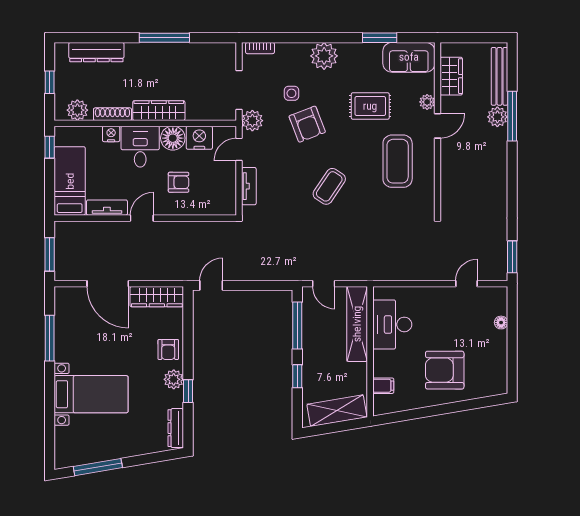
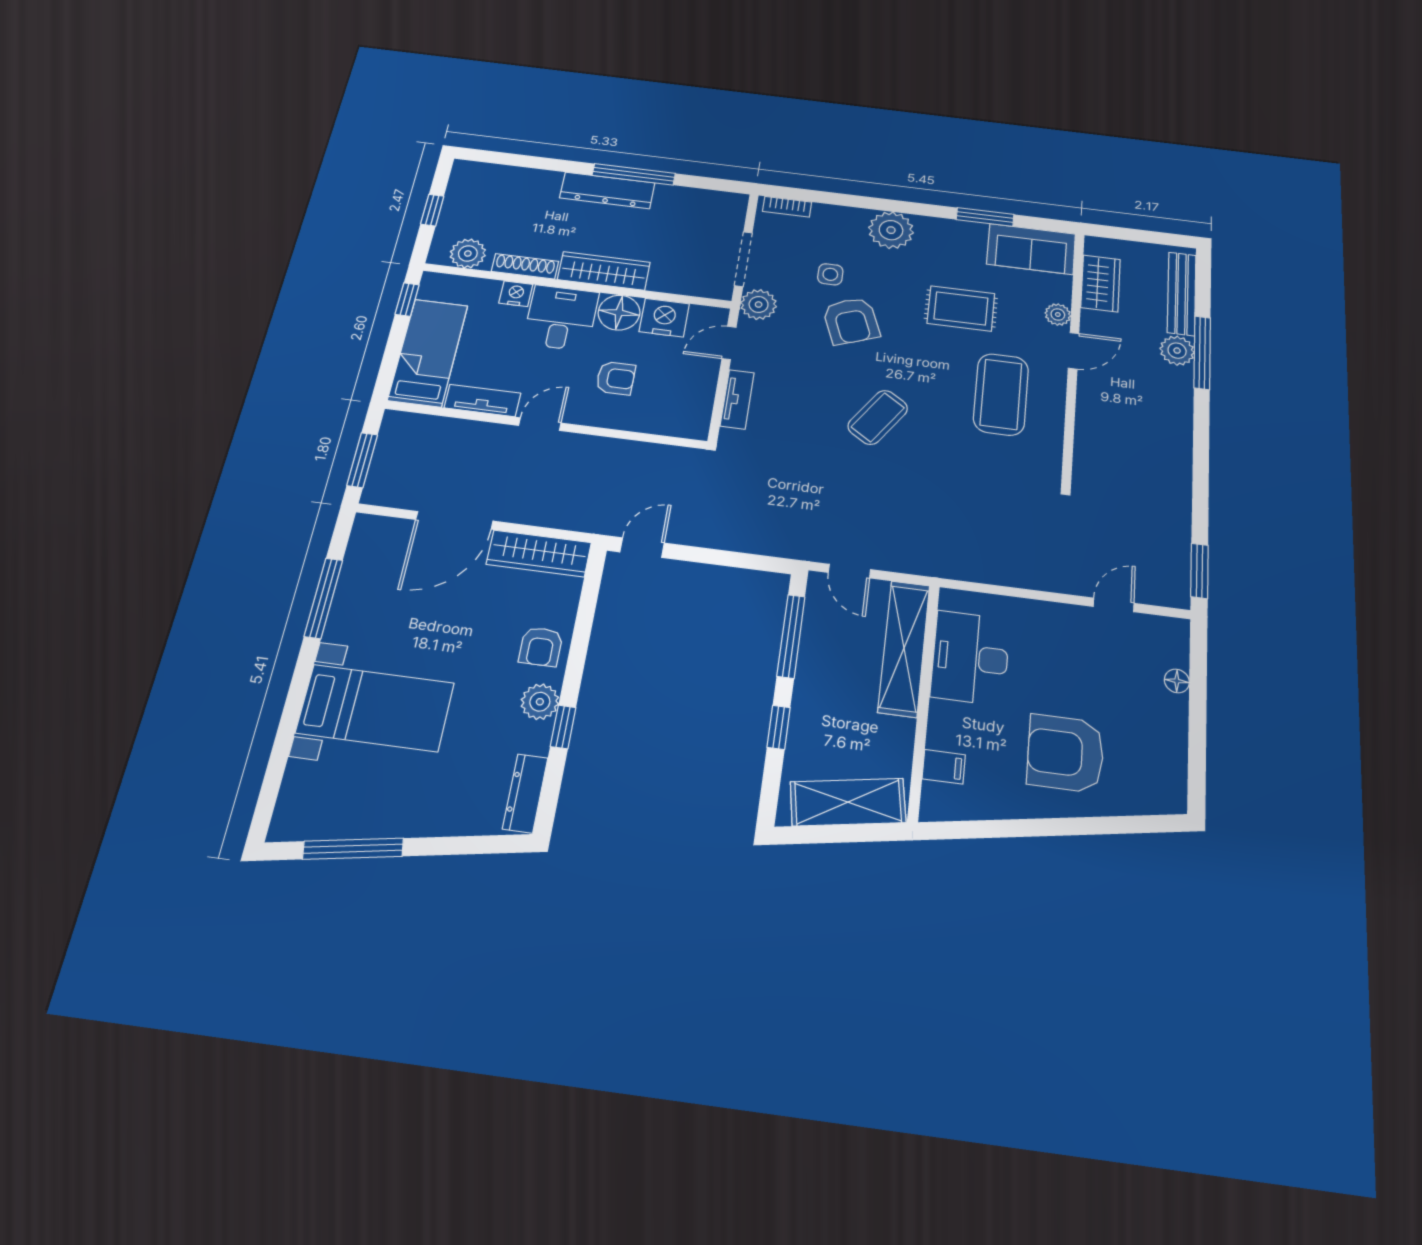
dresser: (96, 52) -> (607, 190), moved
door: (108, 284) -> (454, 520), hinge flipped

